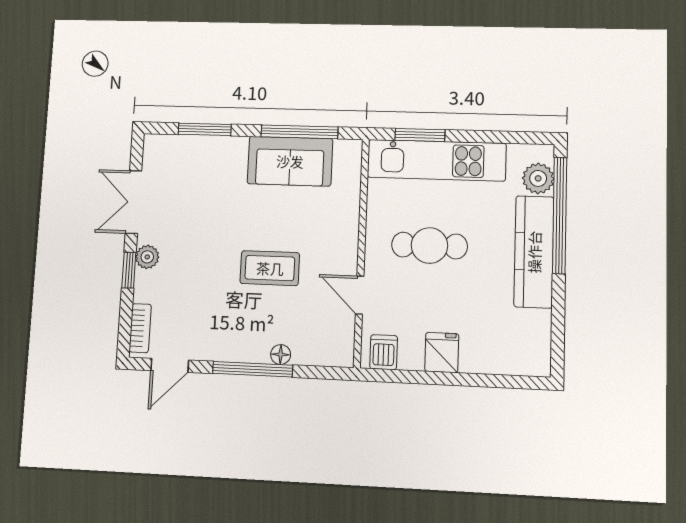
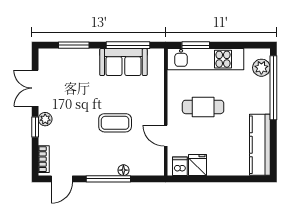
kitchen counter: (534, 252) -> (260, 145), moved
fridge: (442, 352) -> (197, 165), moved

